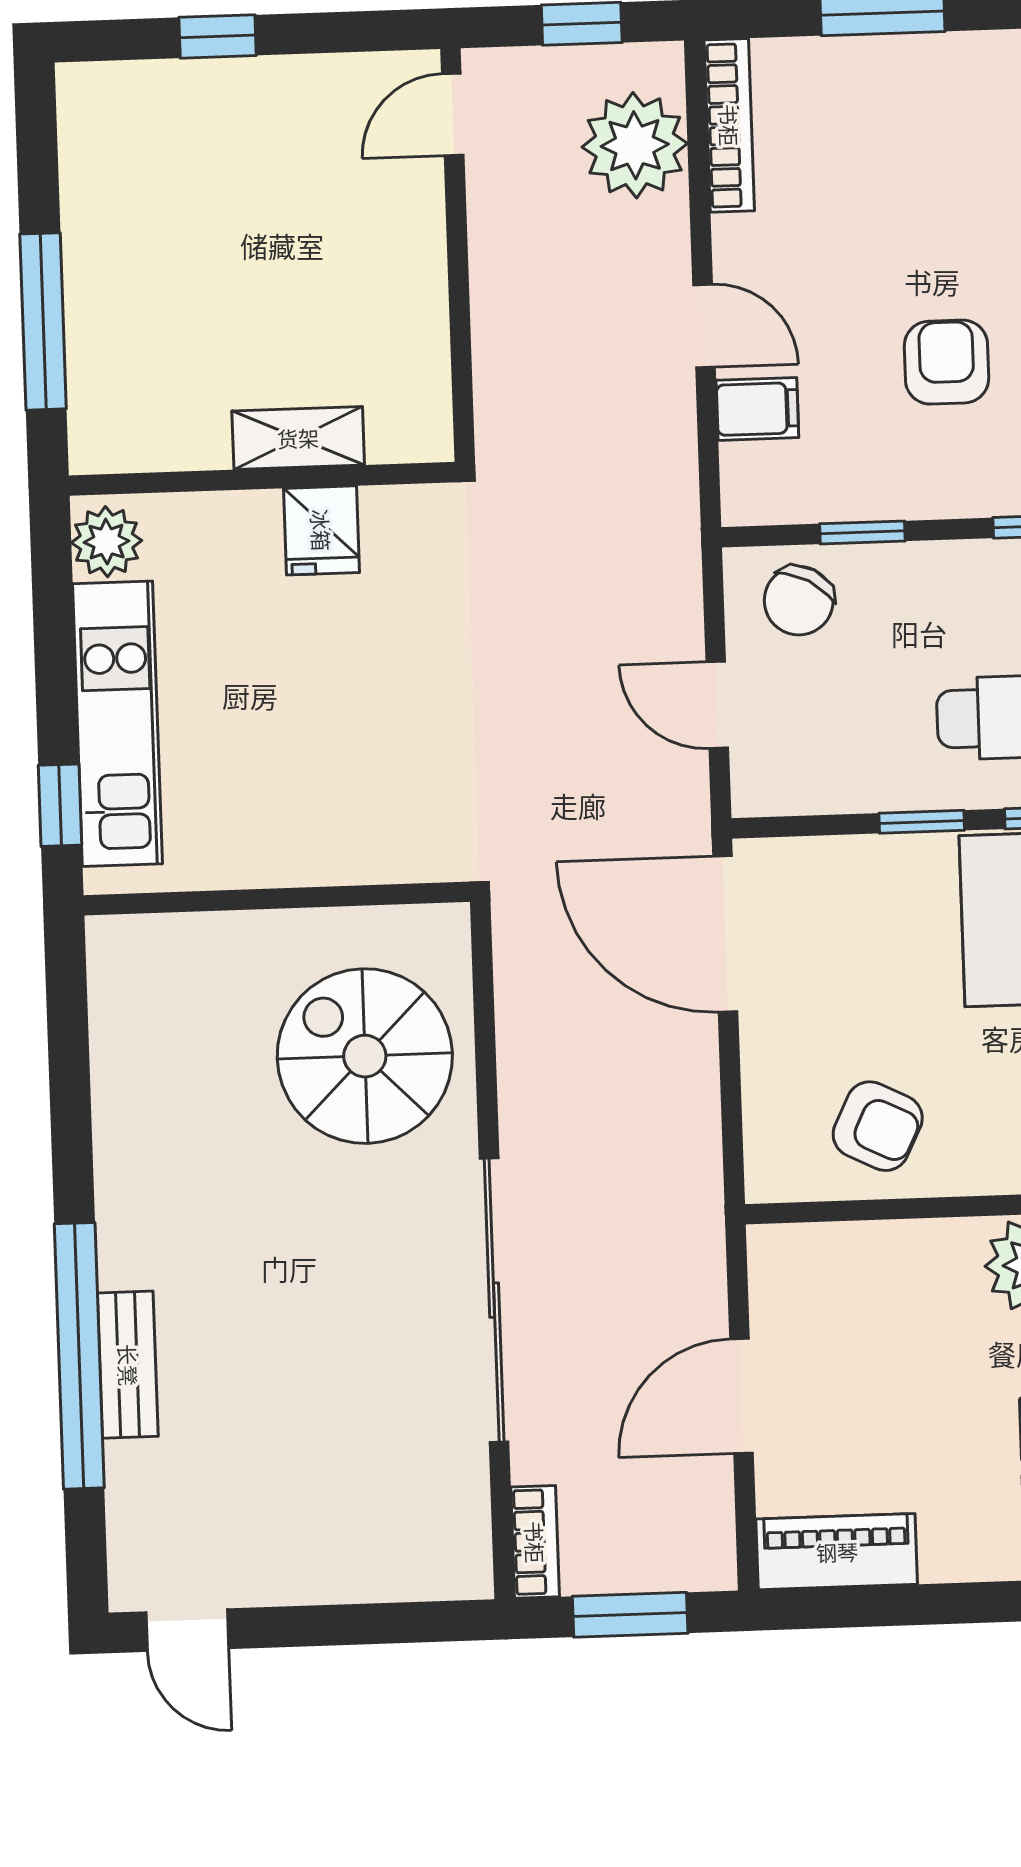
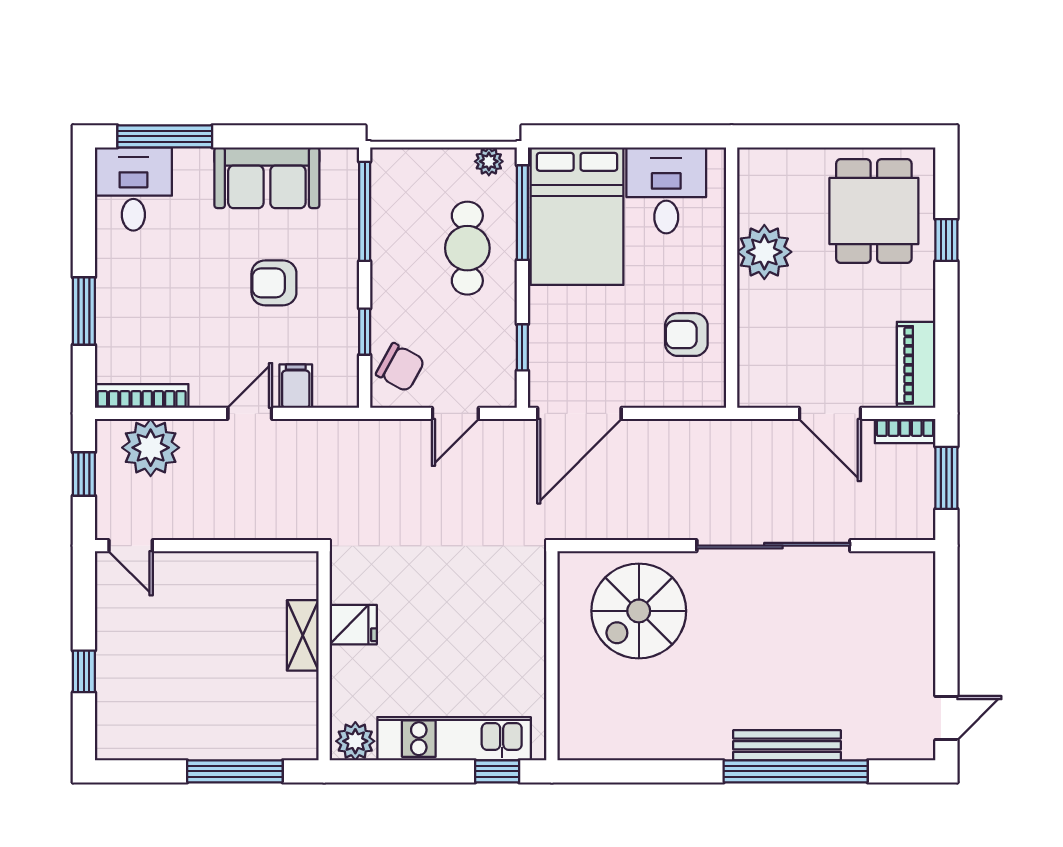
window: (922, 822) -> (522, 347), moved
armchair: (878, 1126) -> (686, 335), turned -116
bench: (128, 1365) -> (787, 745), width x1.36
bookcase: (535, 1542) -> (905, 431), moved, turned 180

